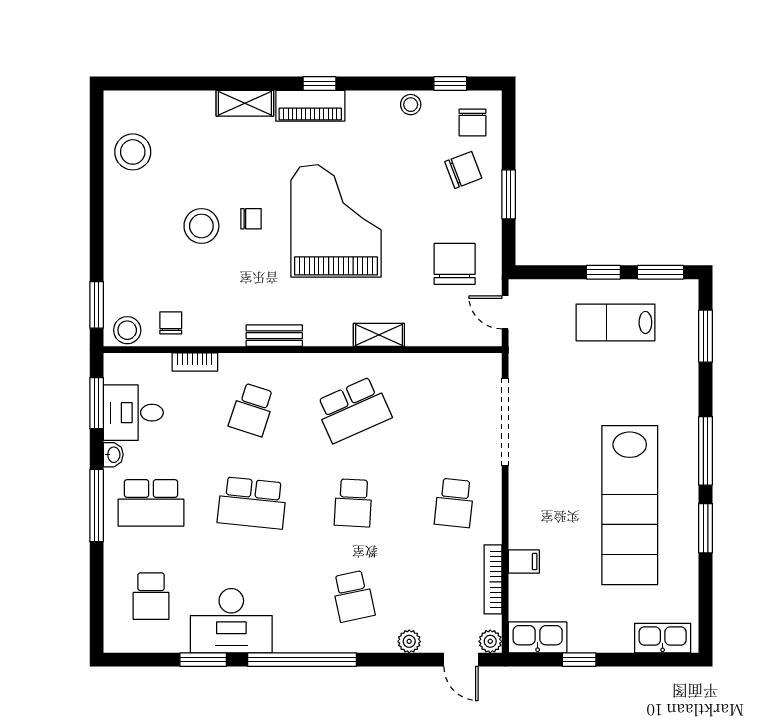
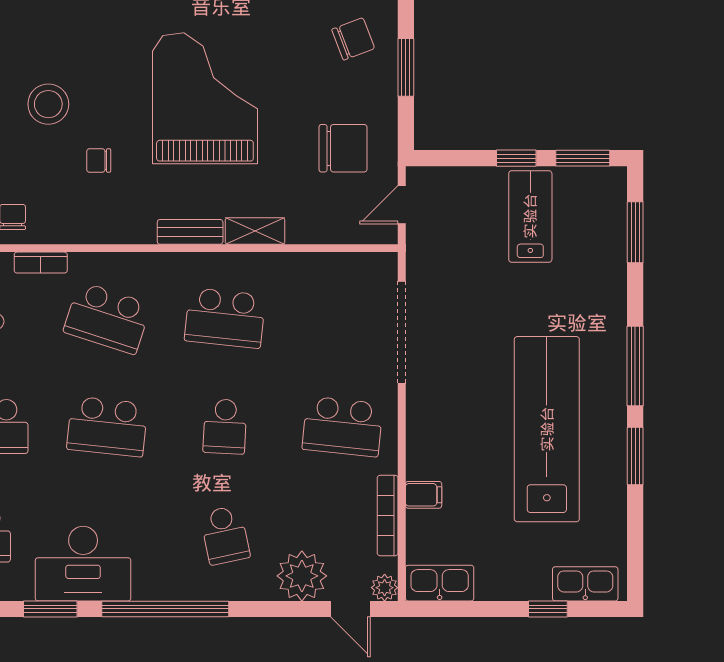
chair: (251, 219) -> (99, 160), moved, turned 180
chair: (455, 264) -> (343, 148), turned 90
door: (505, 312) -> (402, 205), hinge flipped
lab bench: (615, 322) -> (530, 216), turned 90
bench: (274, 336) -> (190, 232), moved
school desk: (252, 410) -> (107, 318), width x1.85
school desk: (353, 410) -> (225, 318), turned 30
school desk: (454, 503) -> (343, 427), width x1.85
lab bench: (630, 505) -> (547, 429), turned 180
plant: (409, 641) -> (302, 576), width x1.87, depth x1.87
window: (579, 660) -> (548, 609), moved

